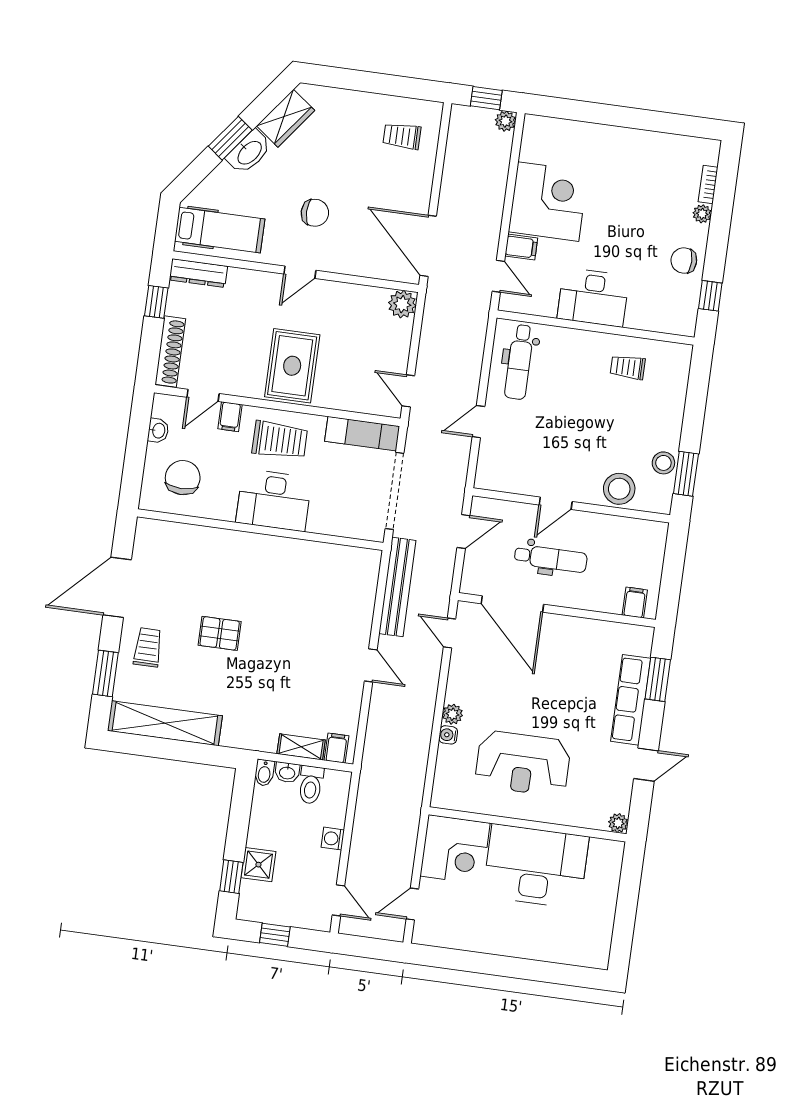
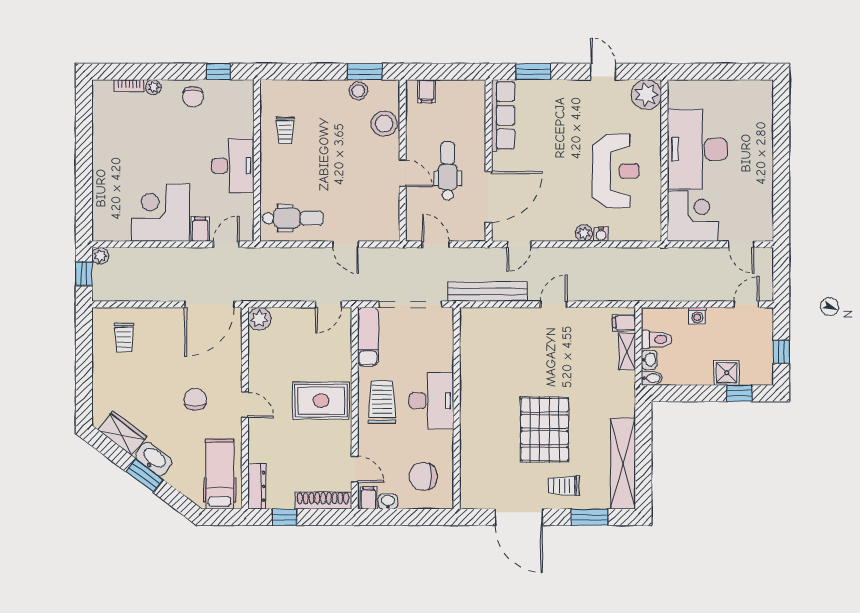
filing cabinet: (230, 417) -> (368, 498), moved, turned -90
filing cabinet: (635, 603) -> (427, 91), moved, turned -90
pallet: (220, 633) -> (545, 430), width x2.05, depth x2.00
row of seats: (631, 700) -> (503, 115), moved, turned -90
plant: (618, 823) -> (646, 95), width x1.87, depth x1.87

